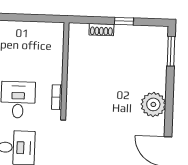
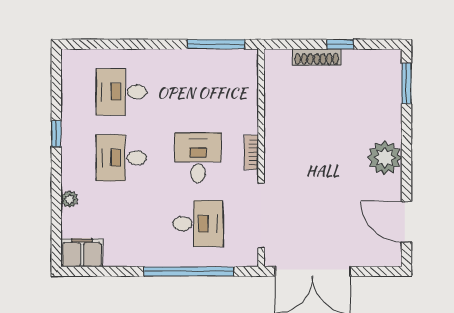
window: (34, 18) -> (216, 44), added
shoe rack: (101, 30) -> (317, 57), width x1.43

